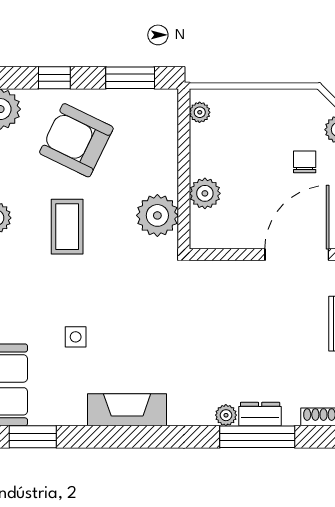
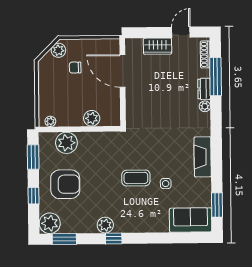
armchair: (76, 140) -> (65, 184), turned -116
plant: (157, 215) -> (66, 143), moved
coffee table: (67, 227) -> (136, 178), moved
window: (257, 437) -> (216, 77), moved

